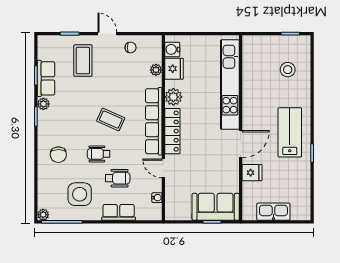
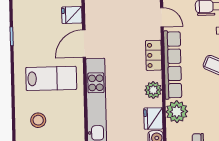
plant: (156, 70) -> (177, 112), width x1.88, depth x1.88
locker: (172, 131) -> (154, 55), width x0.66
lab bench: (290, 132) -> (51, 78), moved, turned -90

